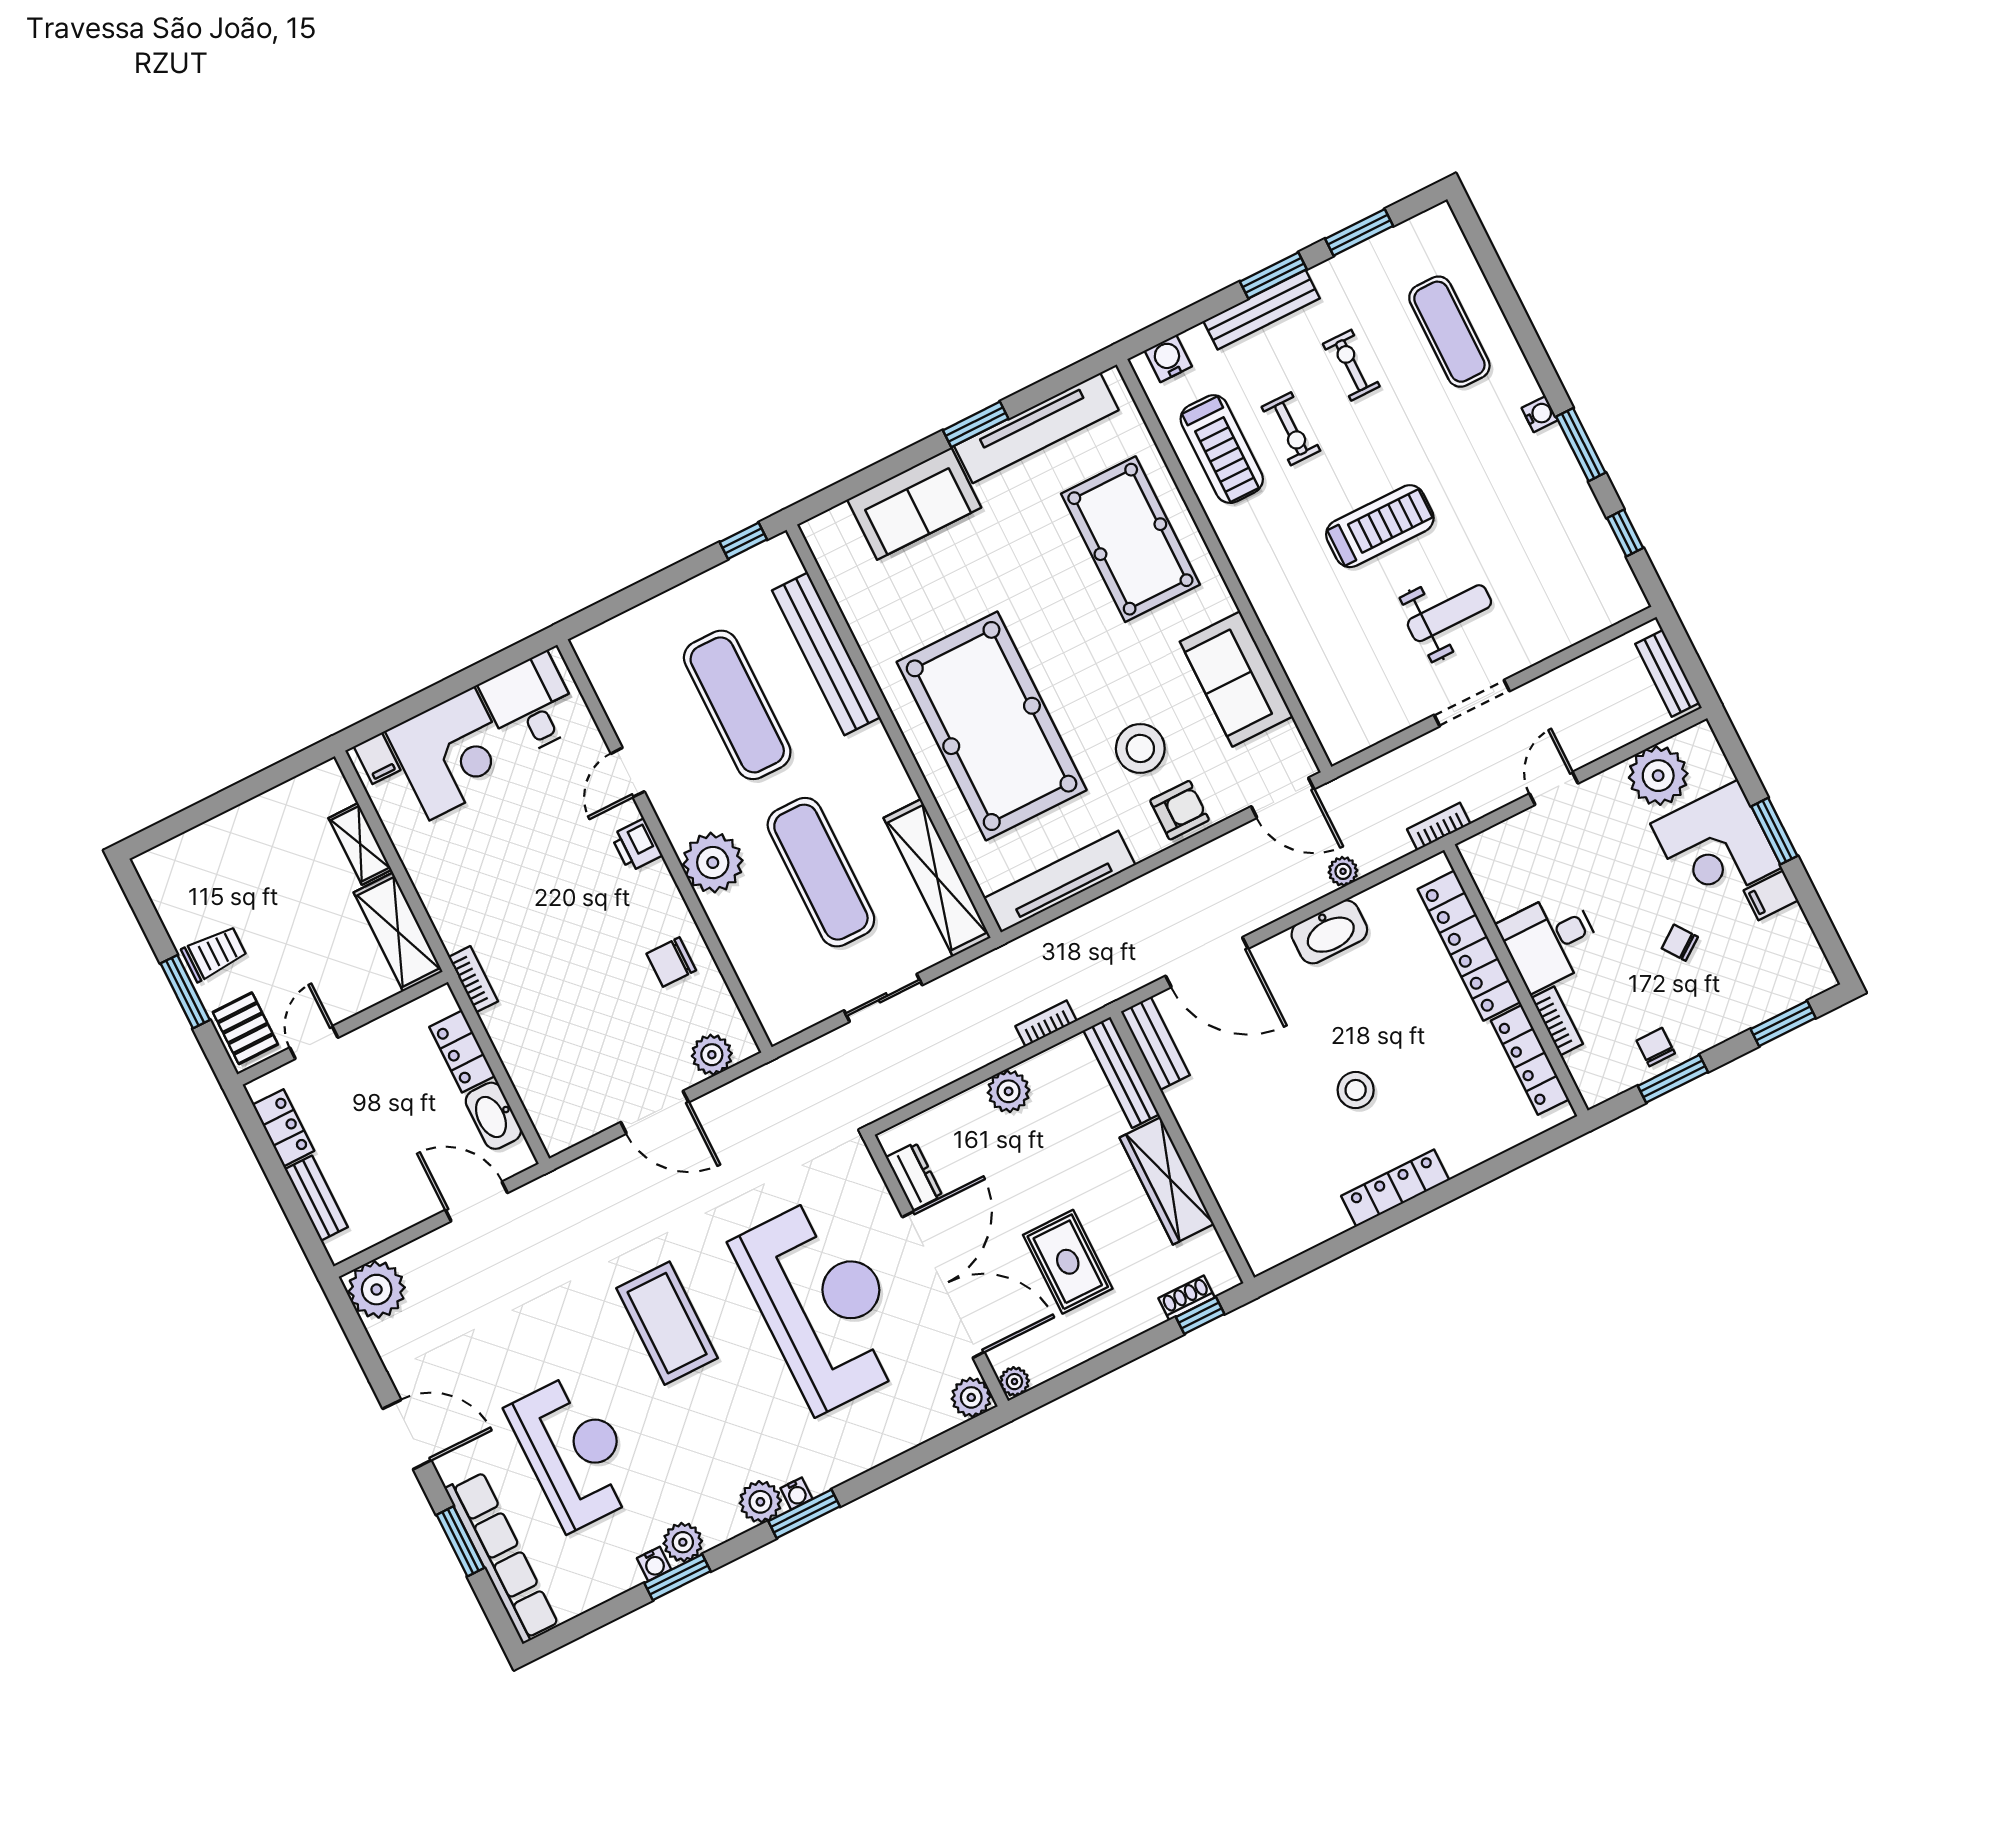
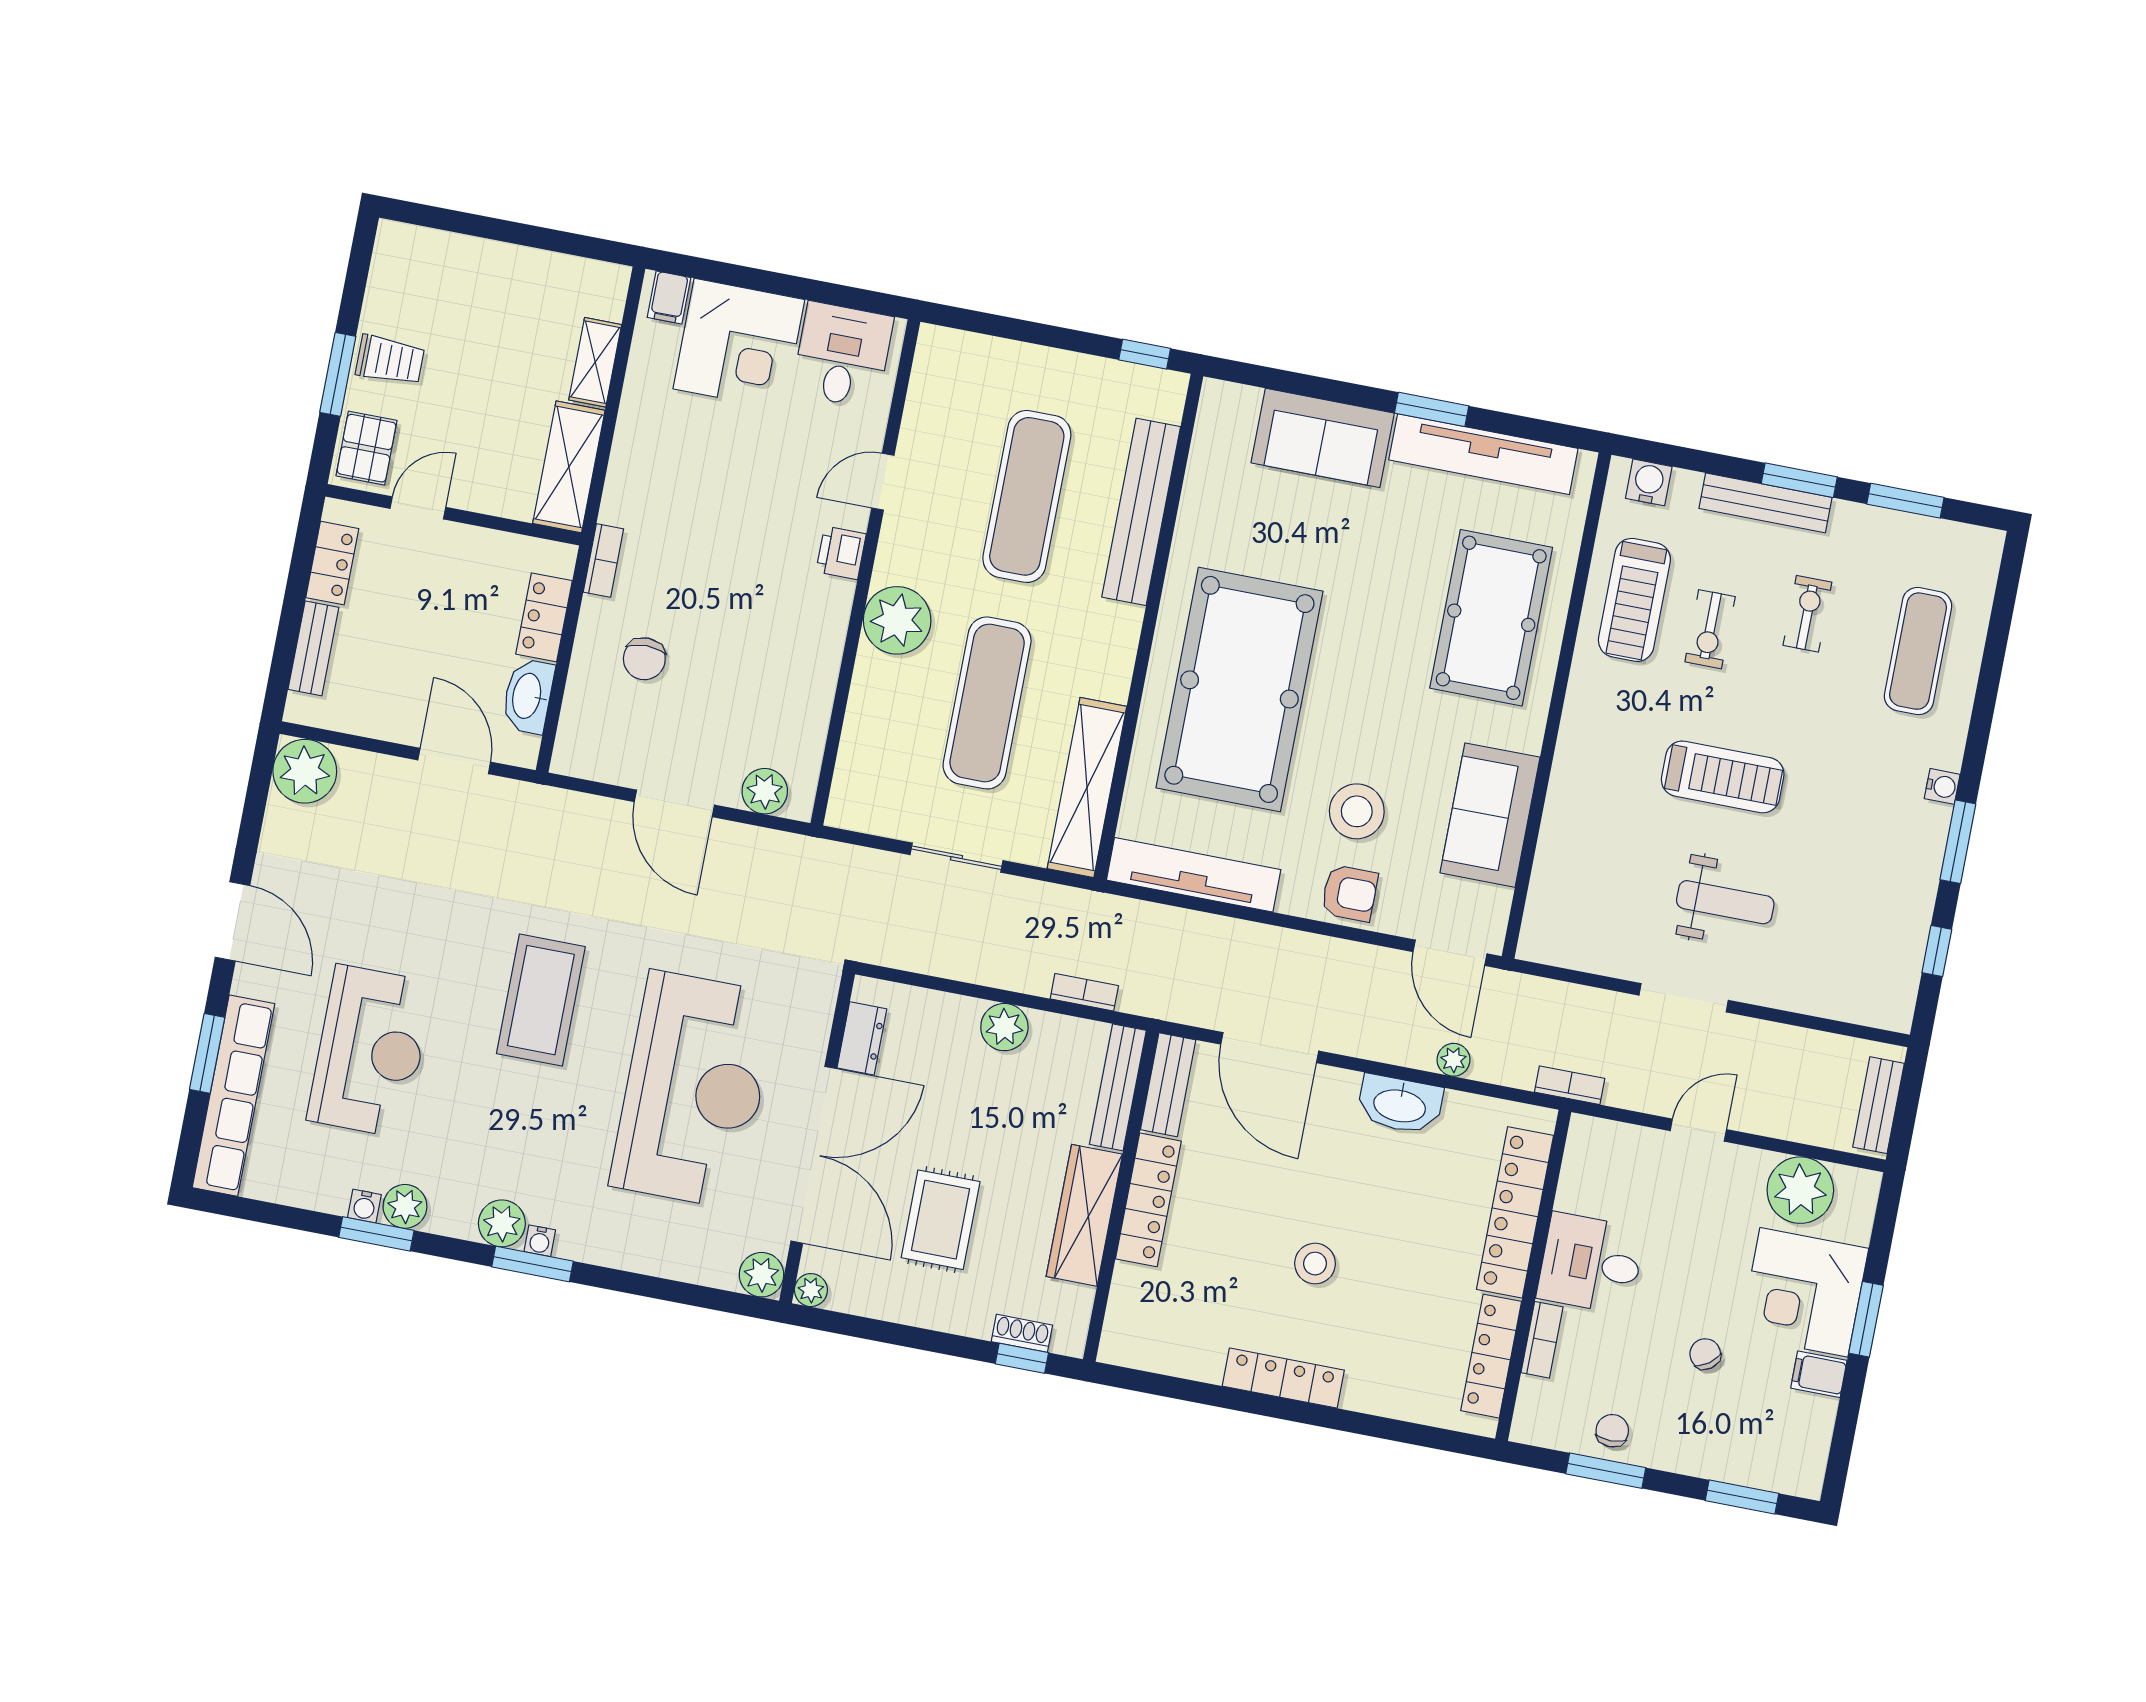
chair: (671, 962) -> (644, 659), moved, turned -90
locker: (1204, 1135) -> (1148, 1200), added

